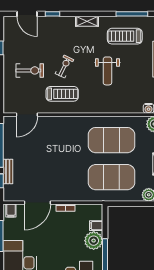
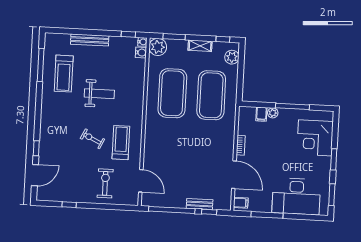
shelving: (87, 21) -> (46, 112), removed
exercise bike: (30, 70) -> (105, 183), moved
plant: (94, 241) -> (273, 113), width x0.53, depth x0.53

